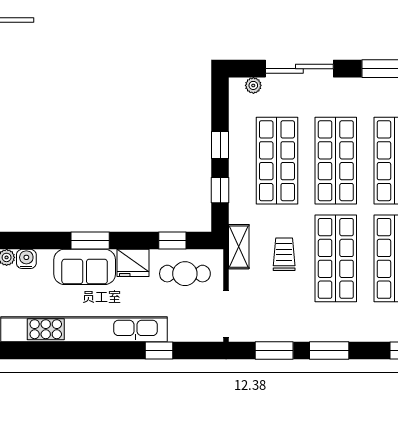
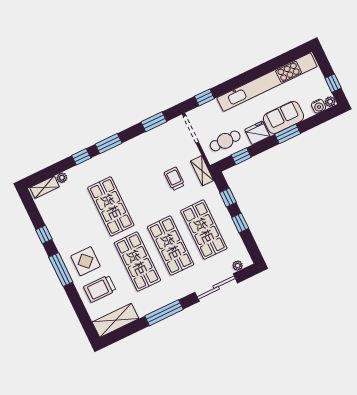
trolley: (284, 254) -> (174, 179), turned 180
shop shelf: (336, 258) -> (144, 190), removed
window: (159, 350) -> (204, 97), moved
window: (329, 350) -> (109, 144), moved

